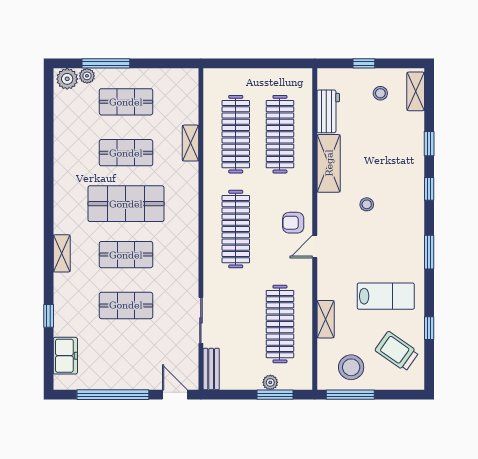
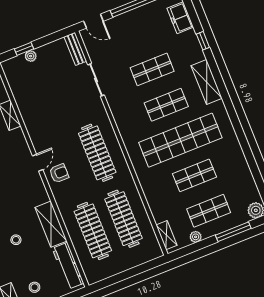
plant: (87, 76) -> (196, 237), moved
workbench: (328, 111) -> (68, 266), width x1.38
shelving: (190, 143) -> (166, 235), moved
shop shelf: (126, 204) -> (180, 140), width x1.40
stool: (367, 204) -> (16, 240), moved
shelving: (62, 253) -> (207, 82), width x1.50, depth x1.33
clothes rail: (280, 324) -> (40, 99), removed
window: (275, 395) -> (24, 49), width x0.67

